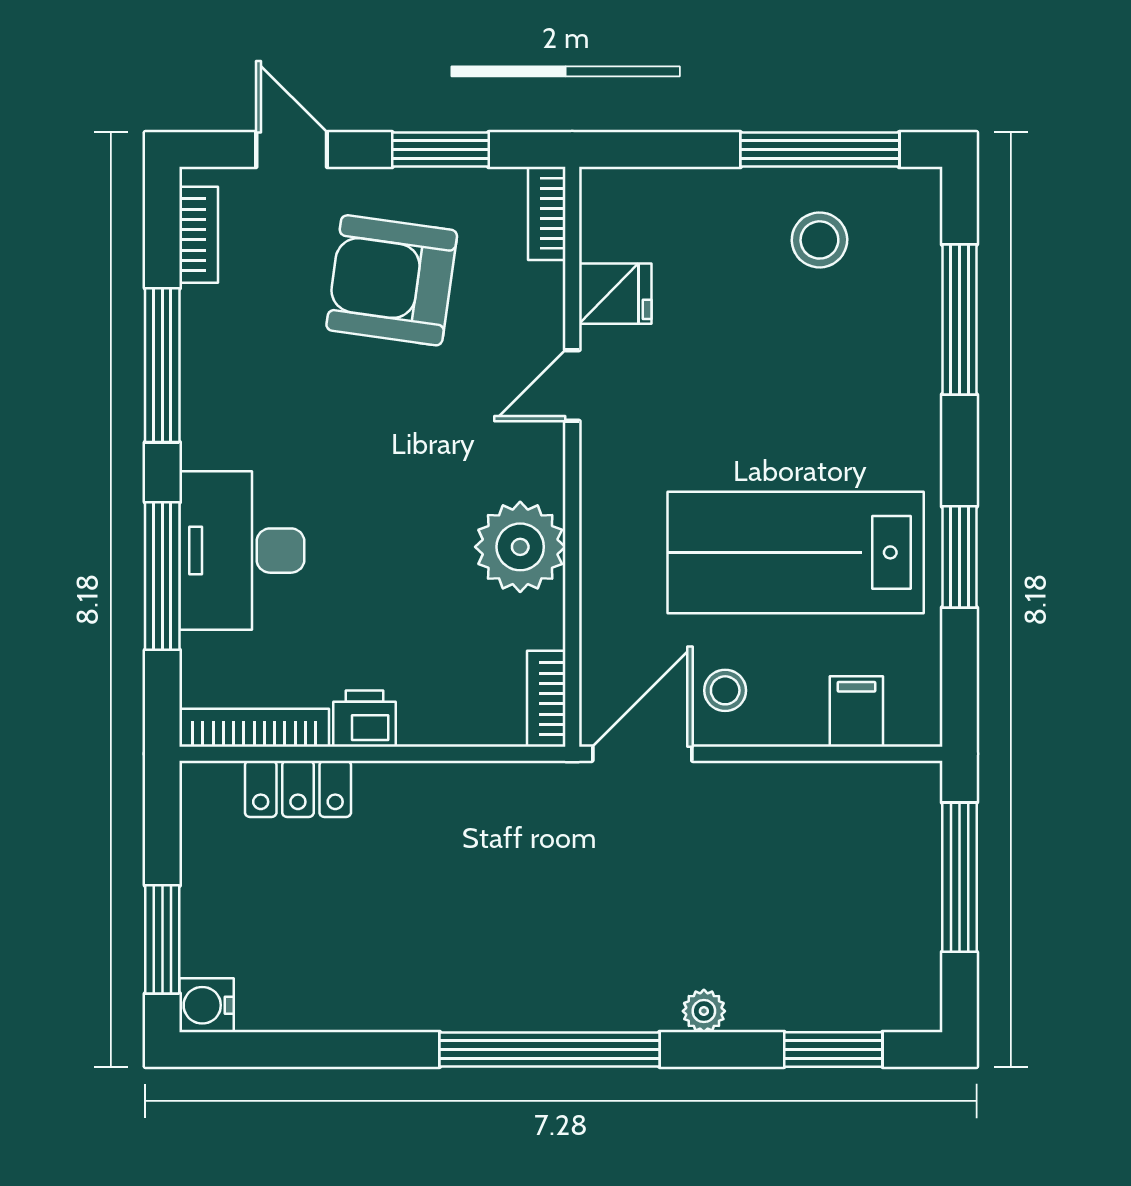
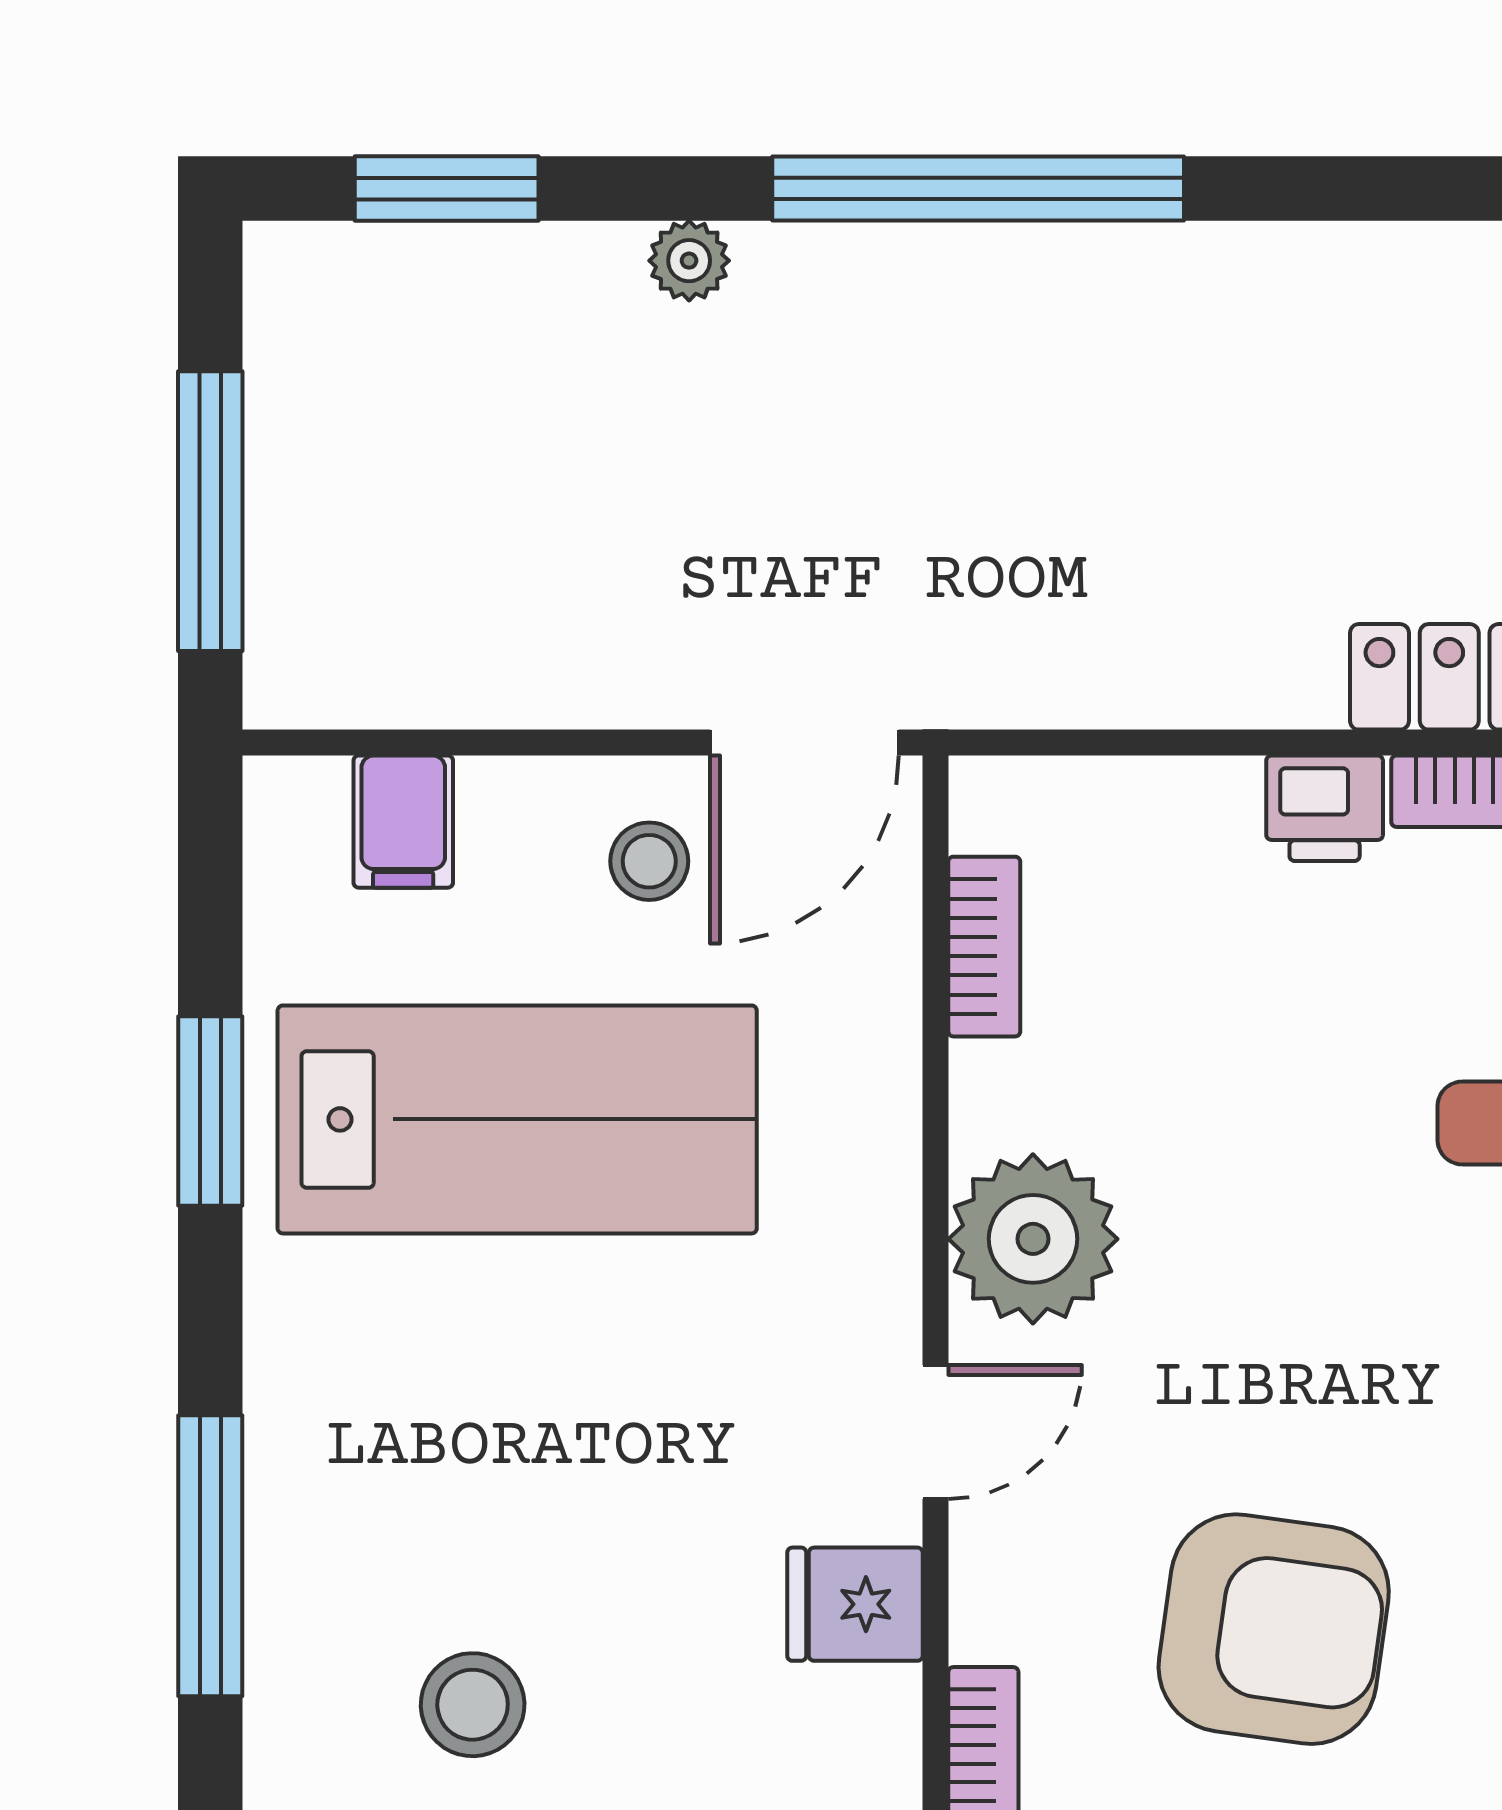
plant: (520, 547) -> (1033, 1239), moved
bookcase: (546, 699) -> (984, 947), moved

